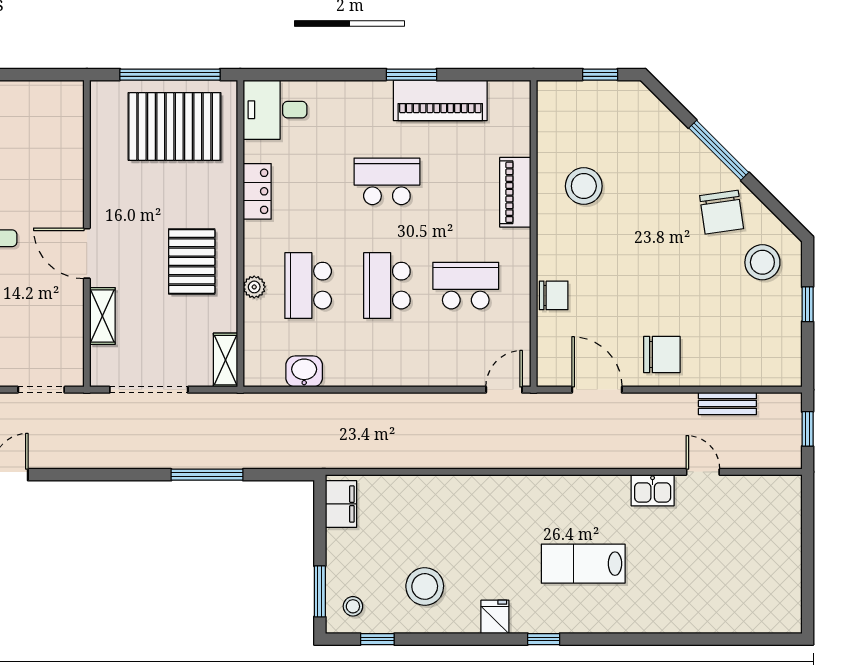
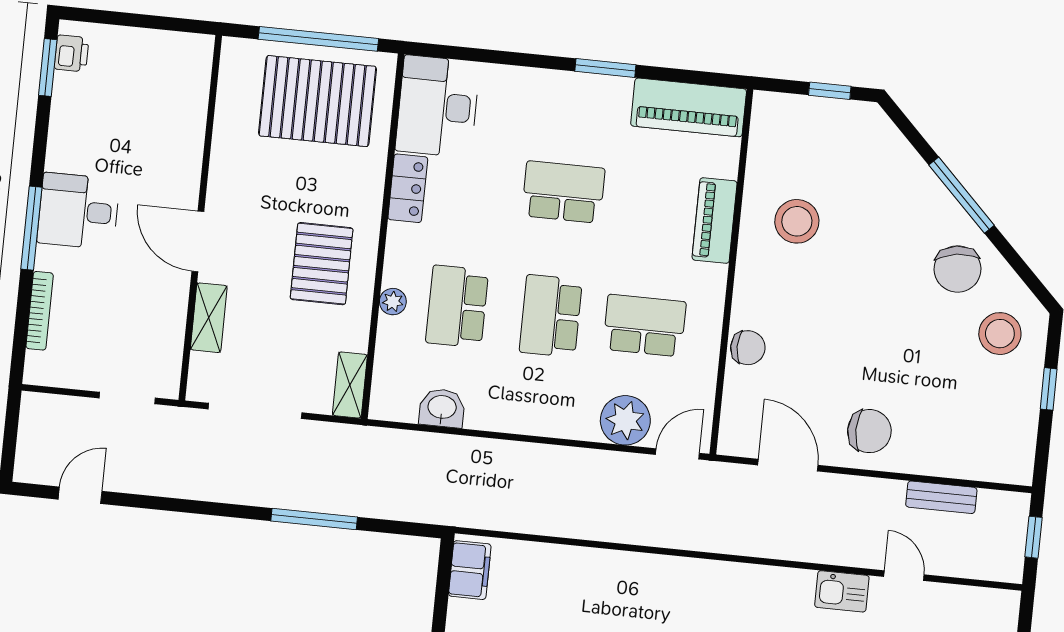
piano: (440, 100) -> (689, 107), moved
desk: (275, 110) -> (438, 106), width x1.37
plant: (458, 366) -> (625, 420), added

